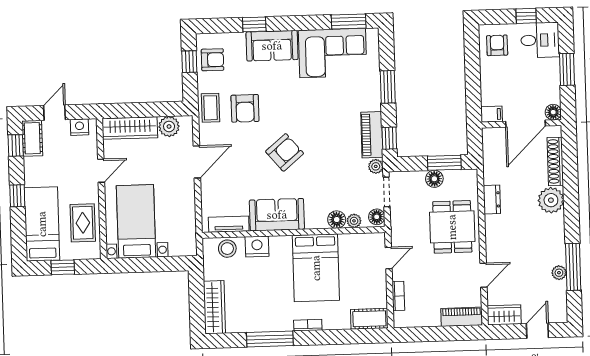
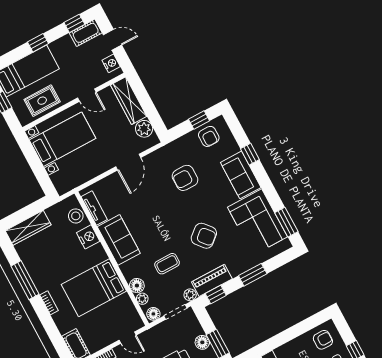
coffee table: (211, 108) -> (167, 264), moved
armchair: (285, 152) -> (204, 236), moved
door: (197, 162) -> (128, 162), hinge flipped

